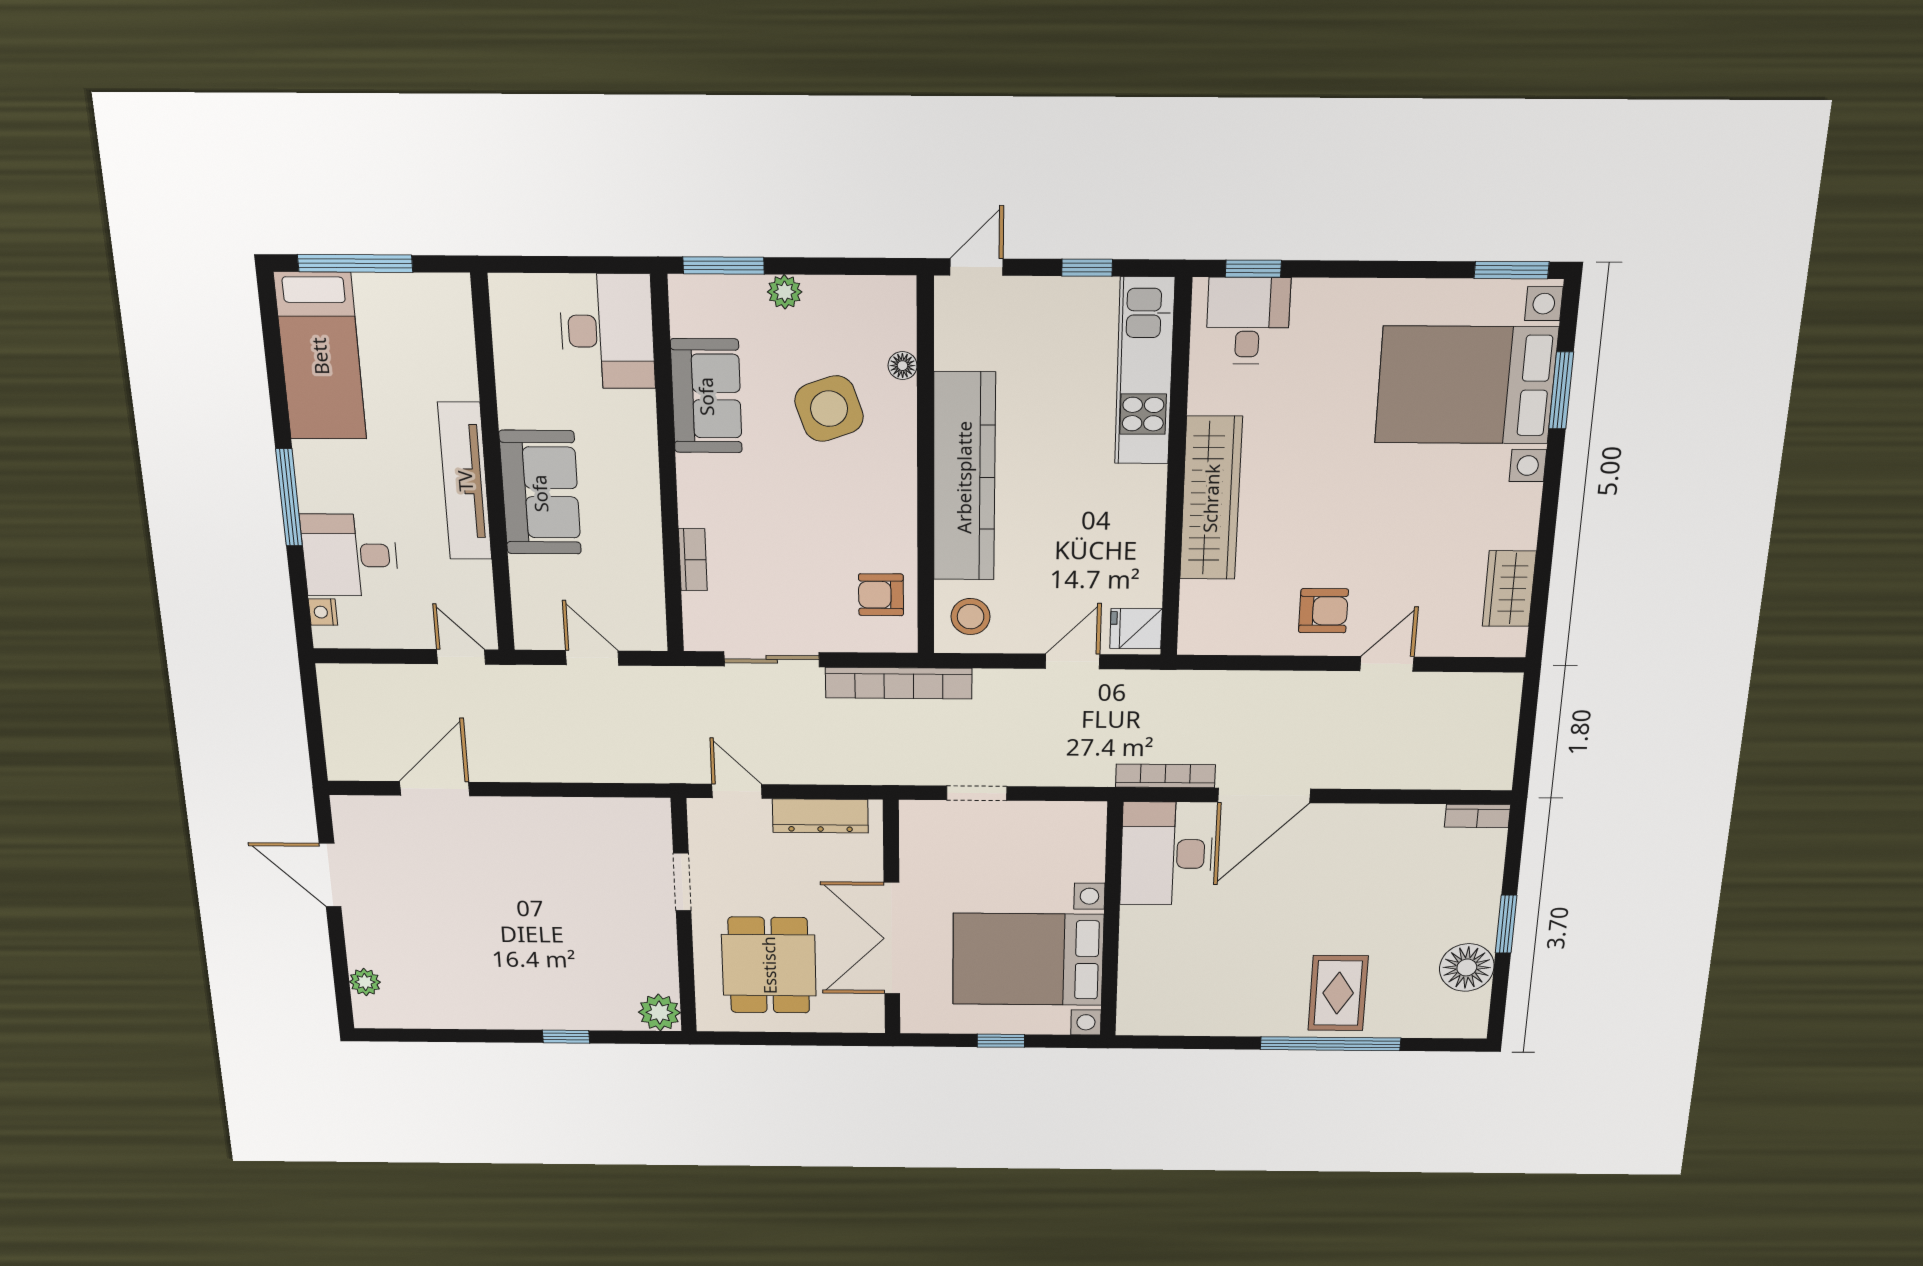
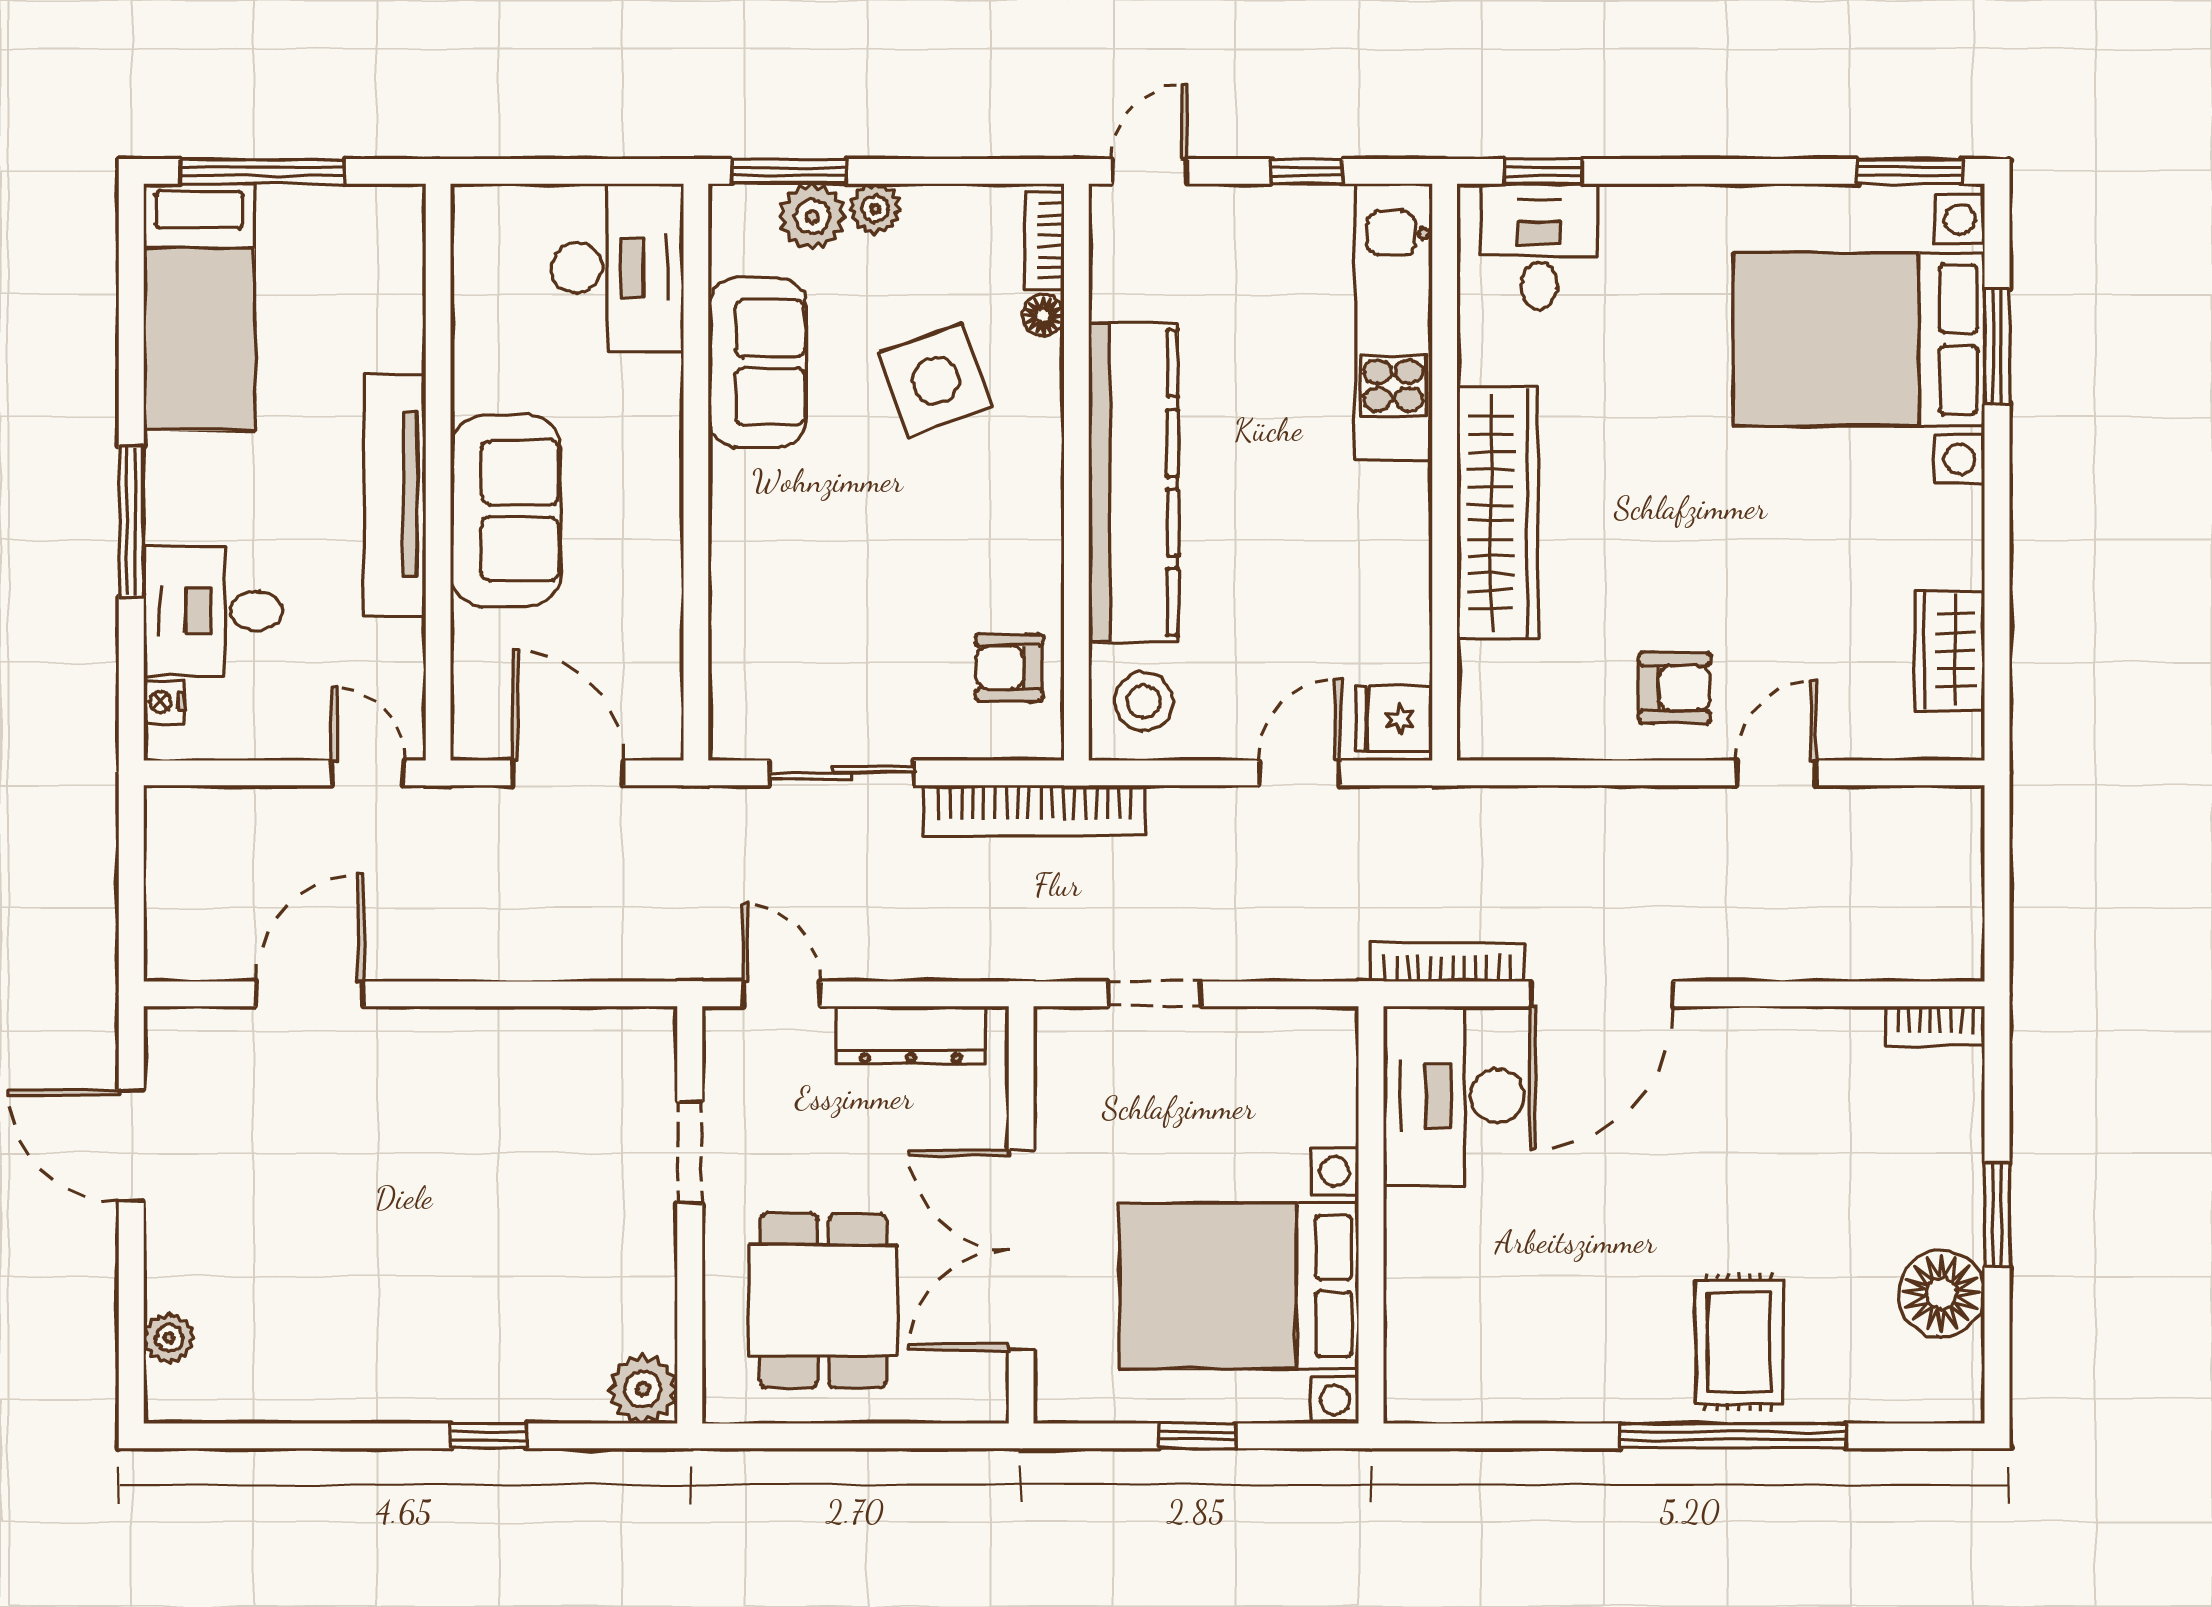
plant: (741, 297) -> (812, 217), added
bookcase: (693, 560) -> (1045, 241), moved, turned 180
door: (592, 658) -> (568, 773), width x1.38

